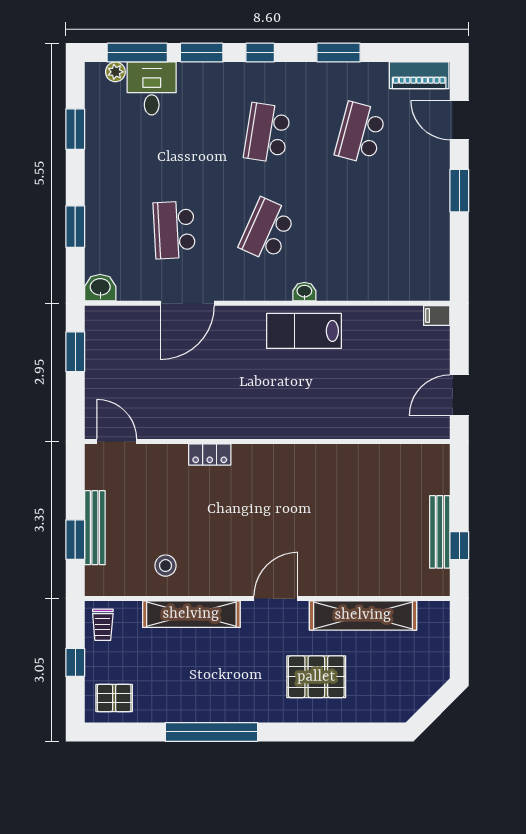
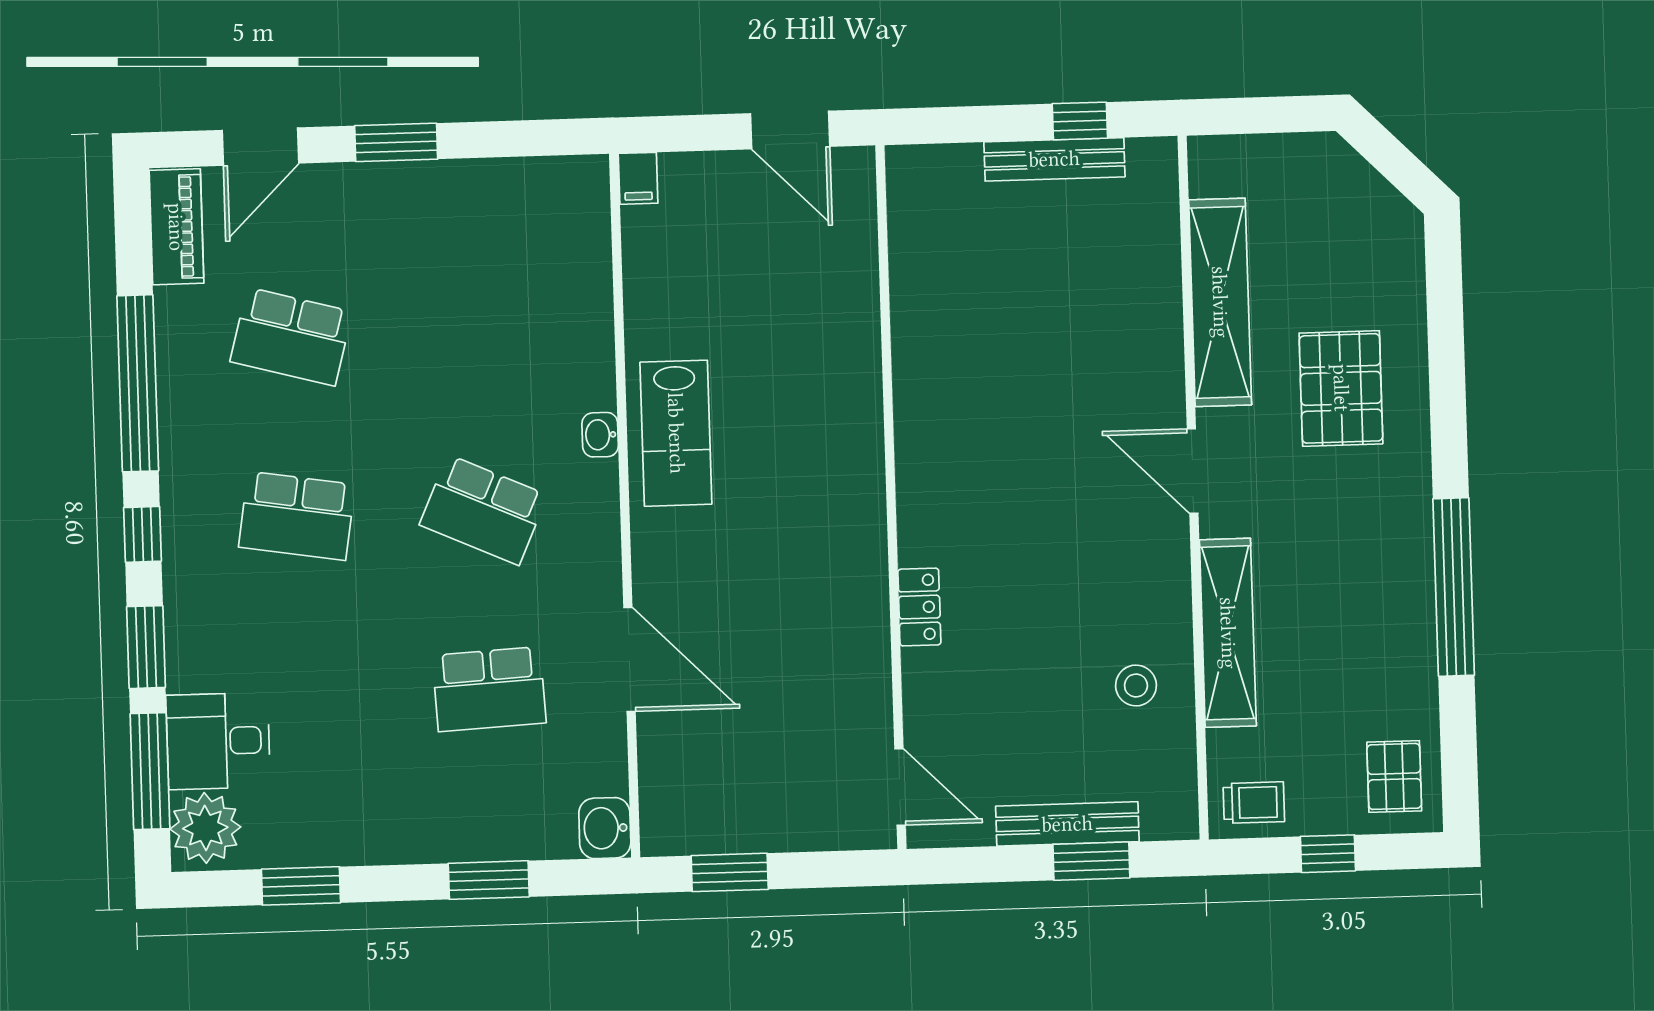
window: (339, 53) -> (138, 383), width x2.11
plant: (115, 72) -> (205, 828), width x1.87, depth x1.87
door: (117, 441) -> (900, 787), swing flipped

